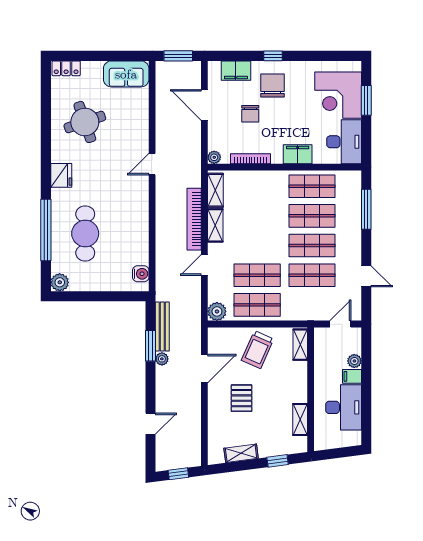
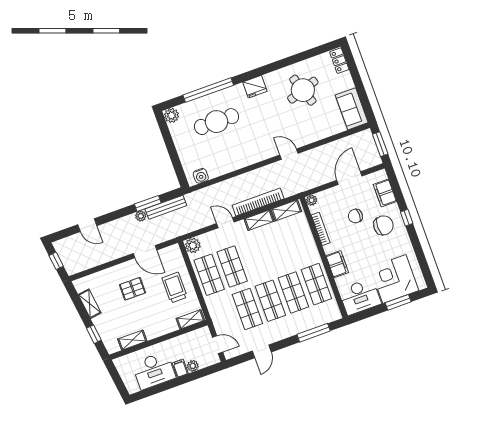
trolley: (258, 350) -> (175, 288), turned 66

